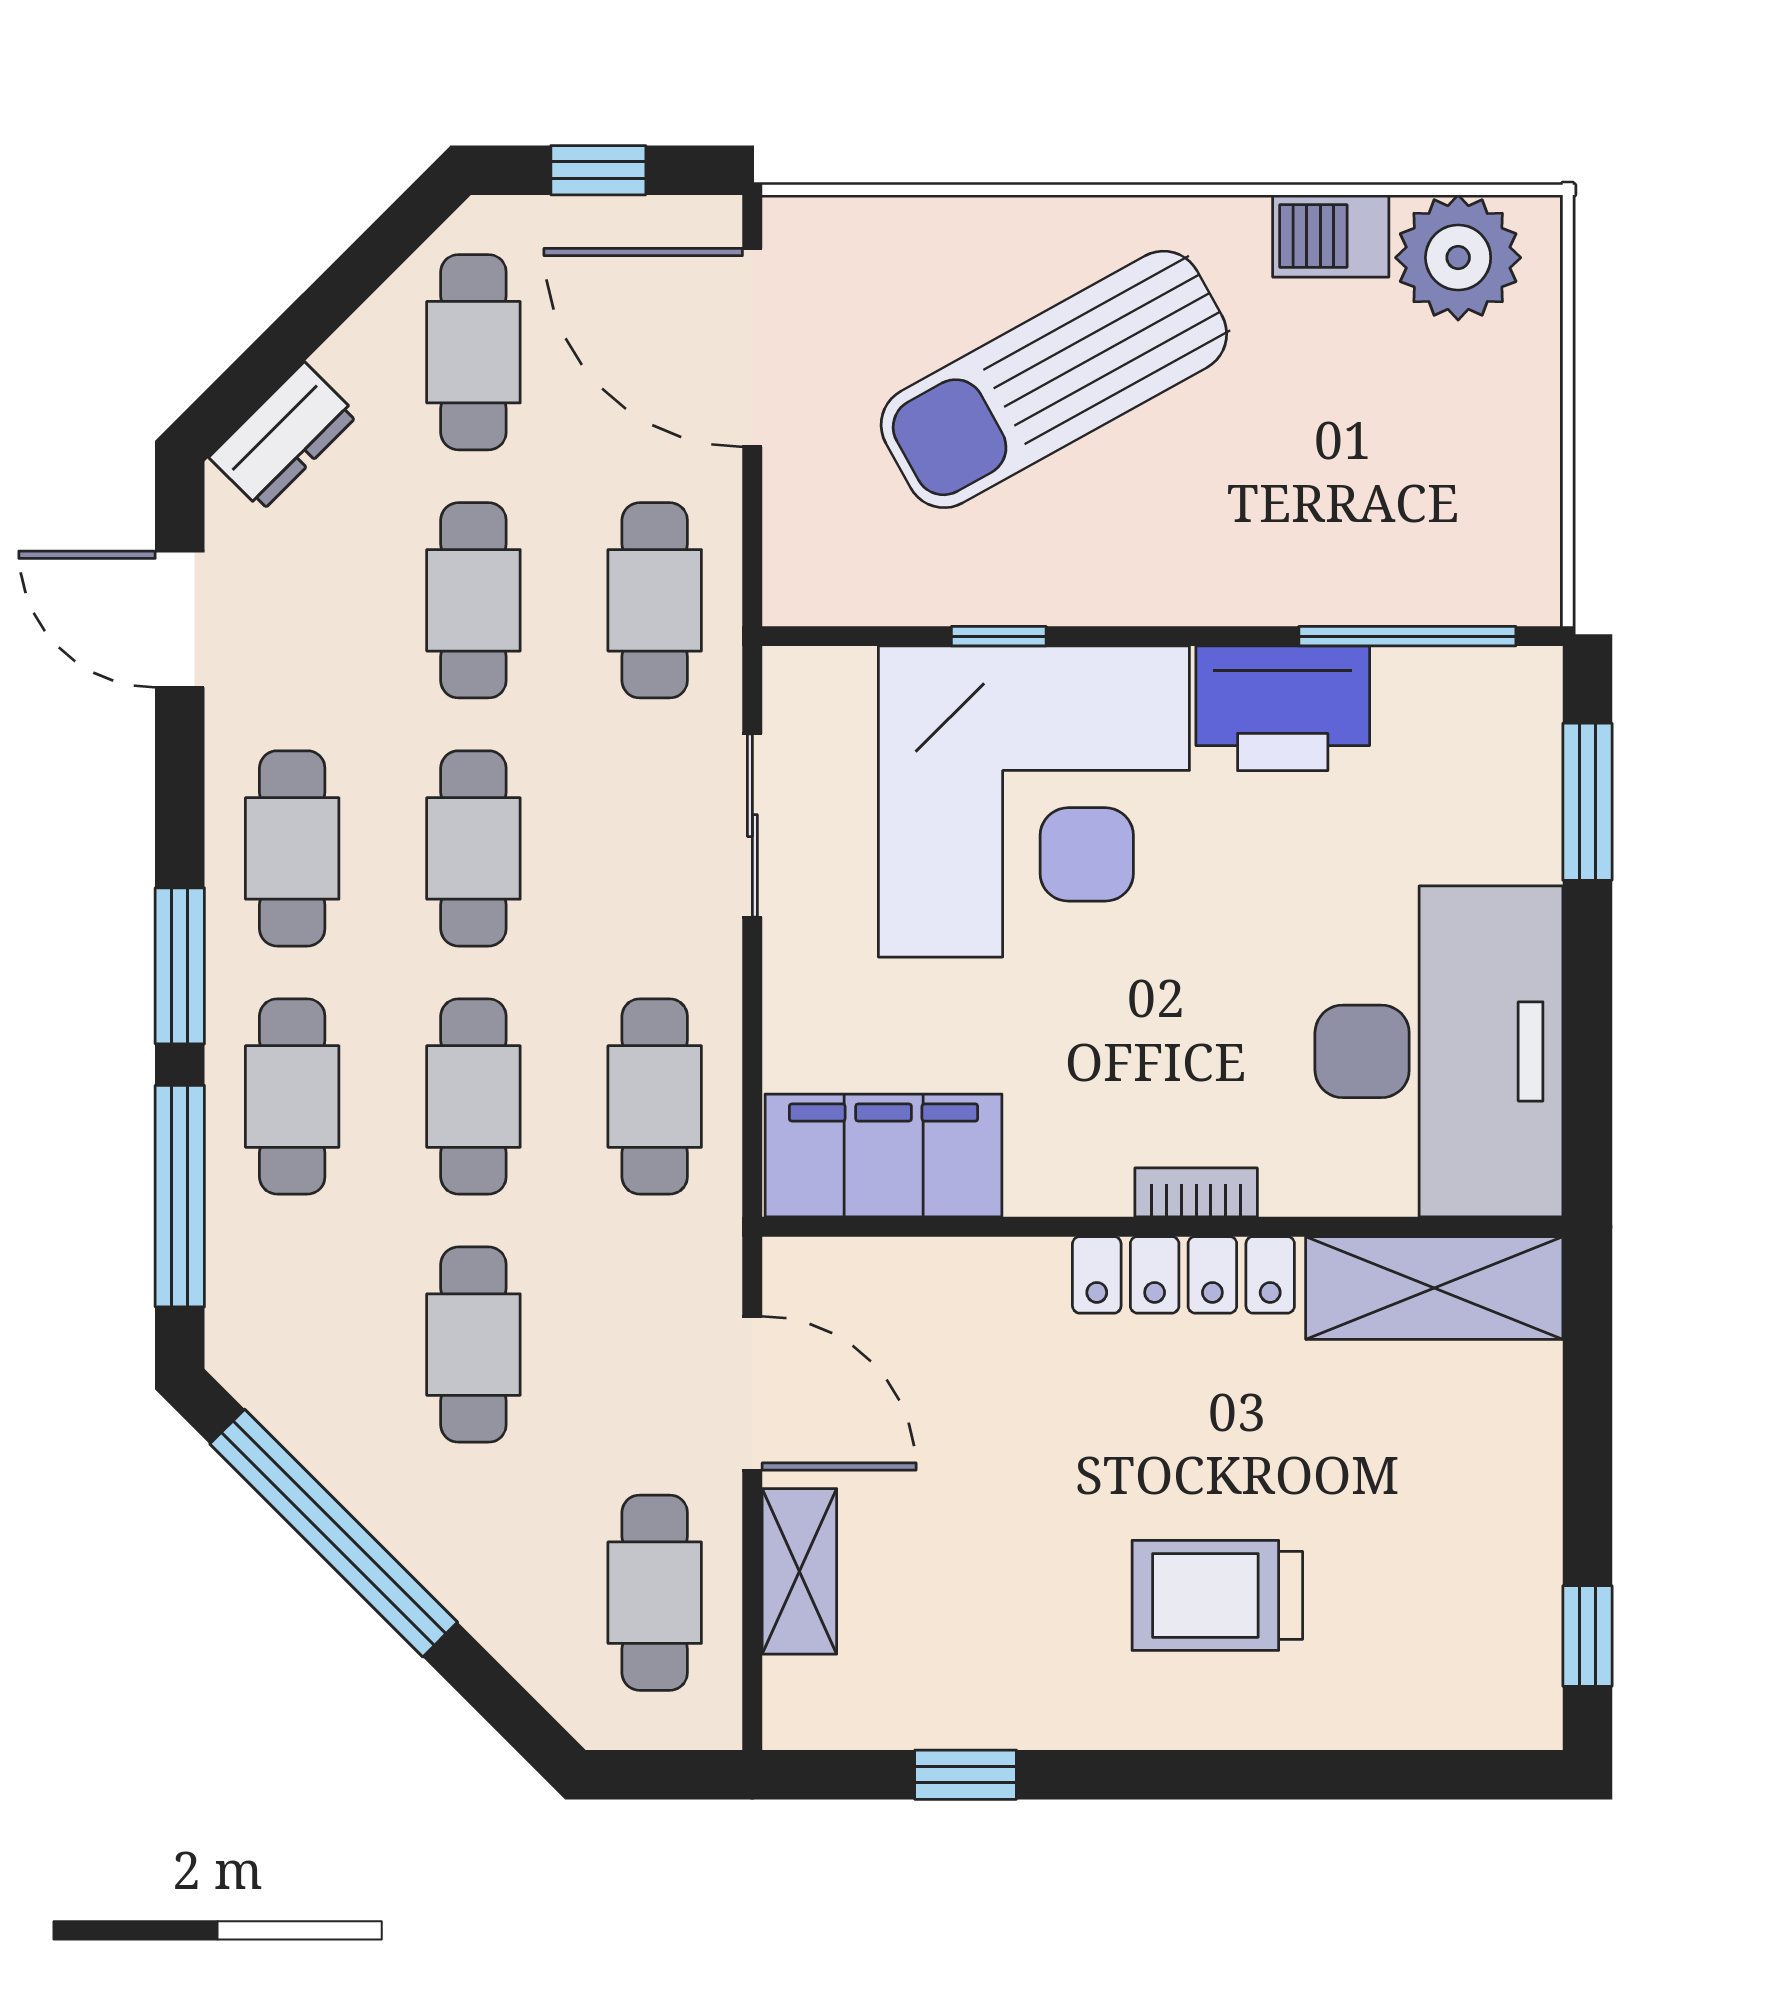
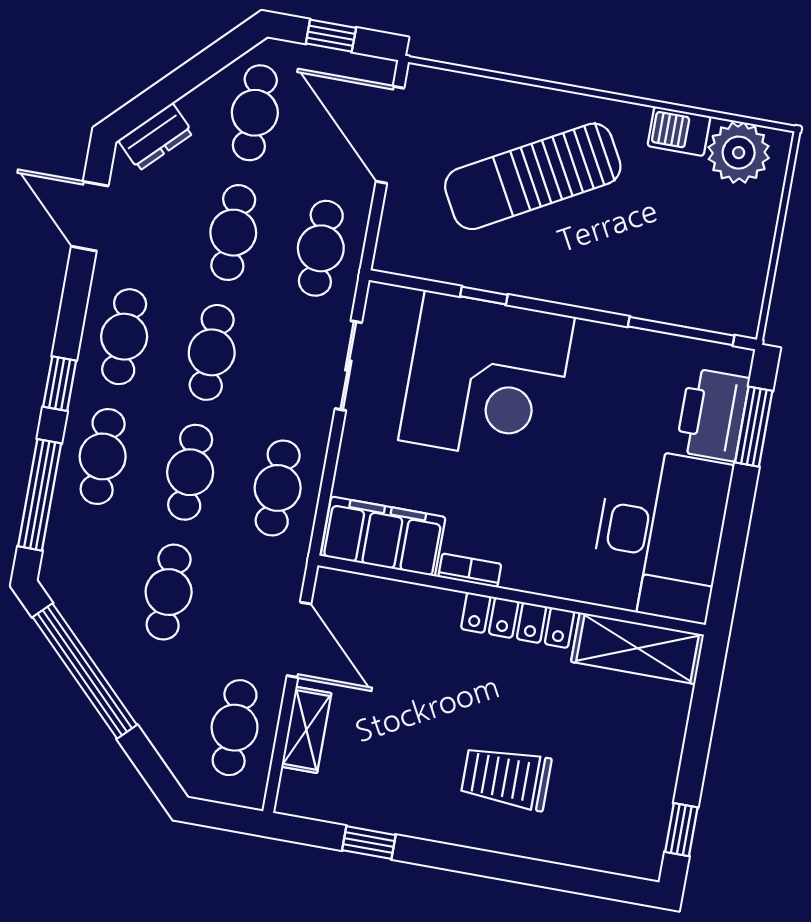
printer: (1283, 708) -> (713, 415), moved, turned 90
window: (180, 966) -> (60, 384), width x0.67
bookcase: (1196, 1192) -> (470, 570), moved

